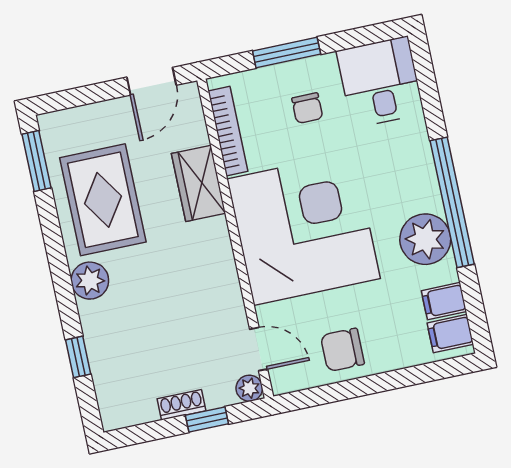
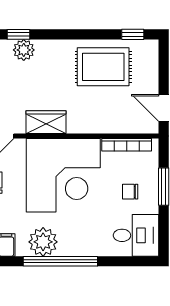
window: (37, 161) -> (133, 34), width x0.67
wardrobe: (199, 183) -> (46, 122), moved
plant: (90, 281) -> (24, 50), moved

